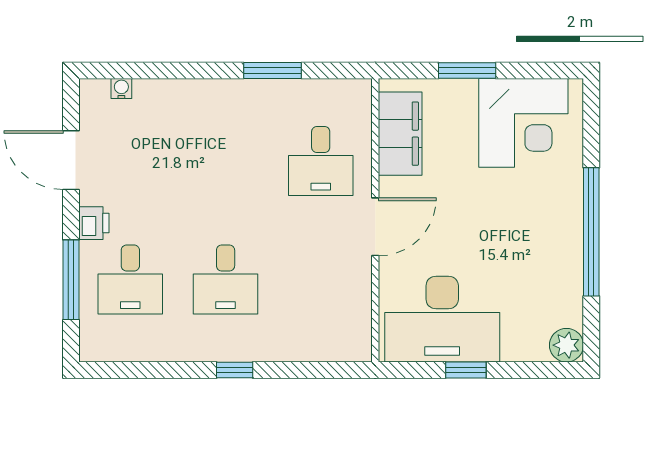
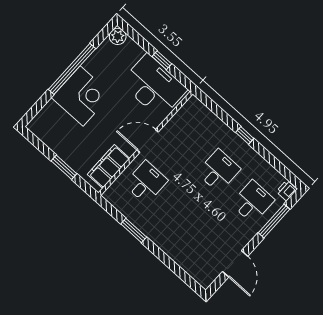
water cooler: (121, 88) -> (194, 273), removed
corner desk: (523, 123) -> (82, 96), moved, turned 90
printer: (94, 223) -> (287, 191), moved

